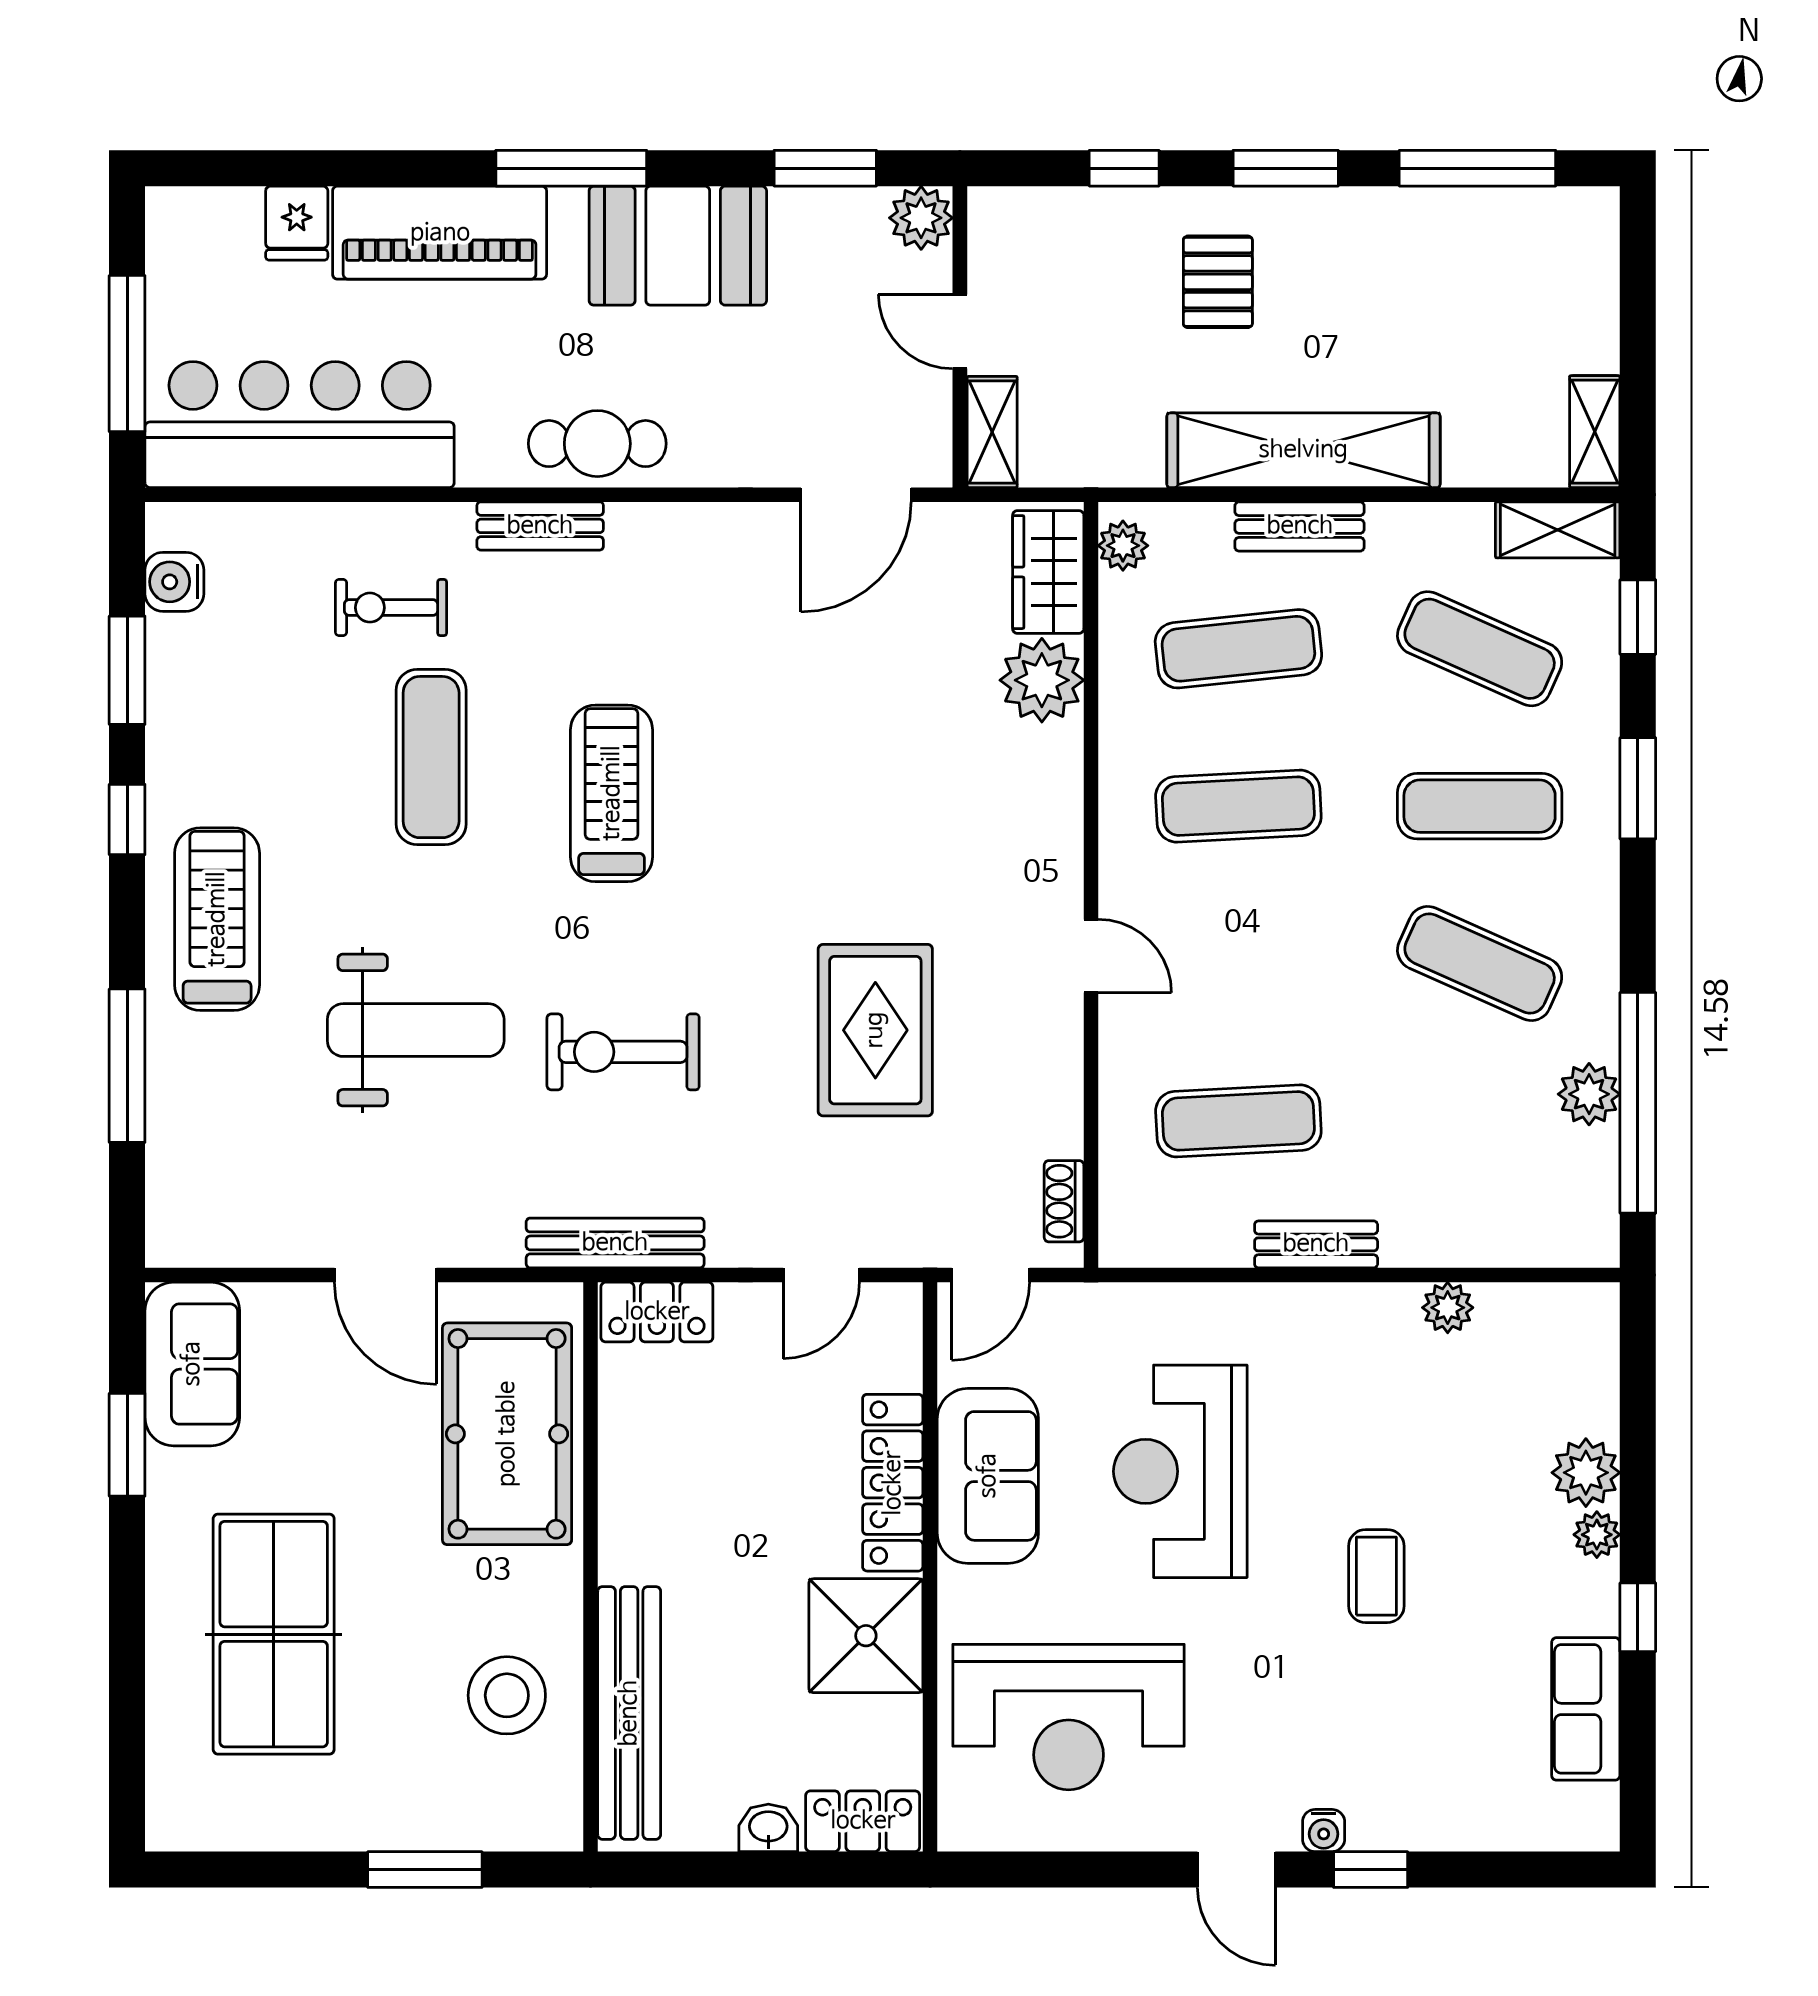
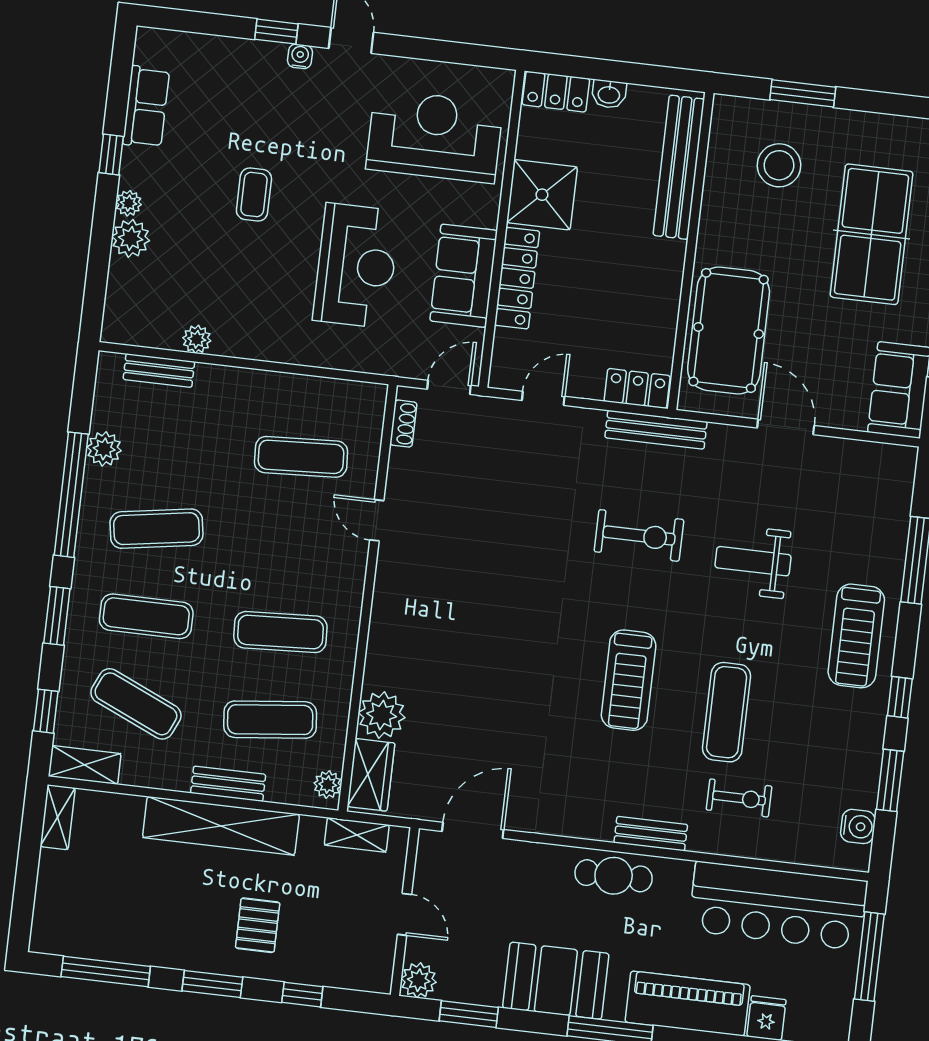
shelving: (992, 432) -> (357, 835), moved, turned 90
door: (1091, 956) -> (377, 520), moved
exercise mat: (1480, 964) -> (156, 529), turned -33
weight bench: (416, 1030) -> (753, 561), width x0.73, depth x0.75
rug: (875, 1030) -> (497, 531), removed
window: (1638, 1103) -> (71, 495), moved
bench: (1316, 1244) -> (159, 370), moved
stool: (507, 1695) -> (779, 165), moved

